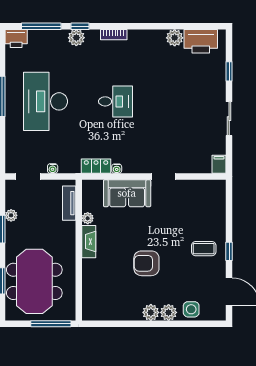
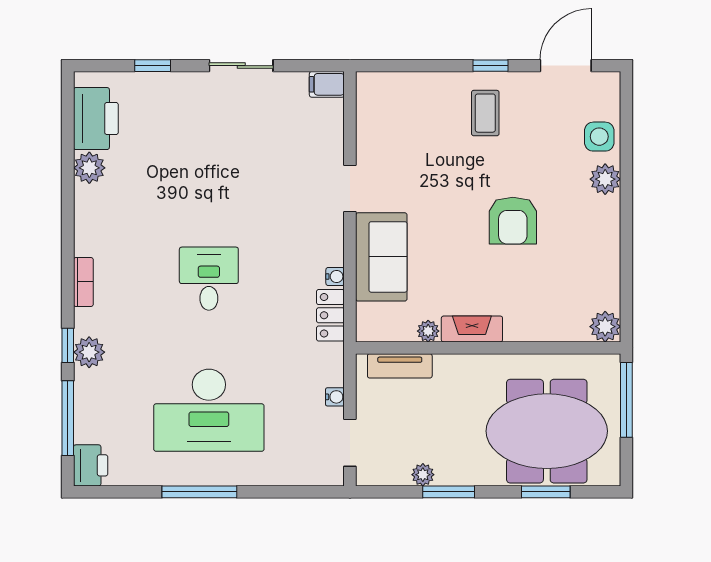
plant: (151, 312) -> (605, 327), moved

